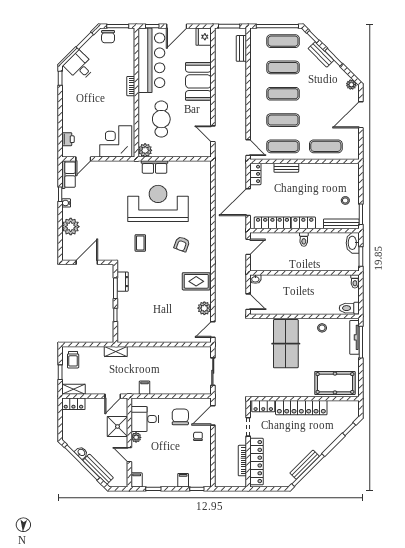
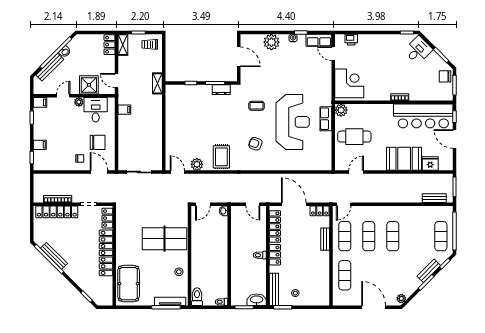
fridge: (204, 37) -> (430, 164), moved
exercise mat: (283, 67) -> (417, 236), removed
cafe table: (161, 119) -> (354, 137), moved

